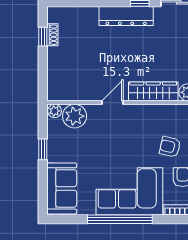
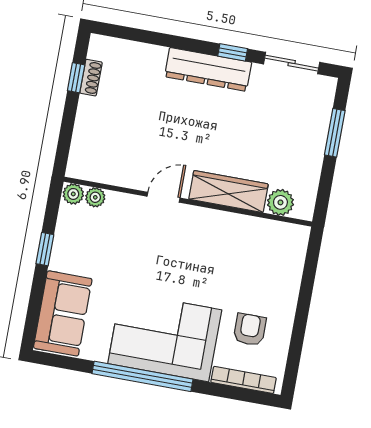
plant: (75, 116) -> (95, 197), width x0.53, depth x0.53
armchair: (170, 147) -> (239, 280), removed

